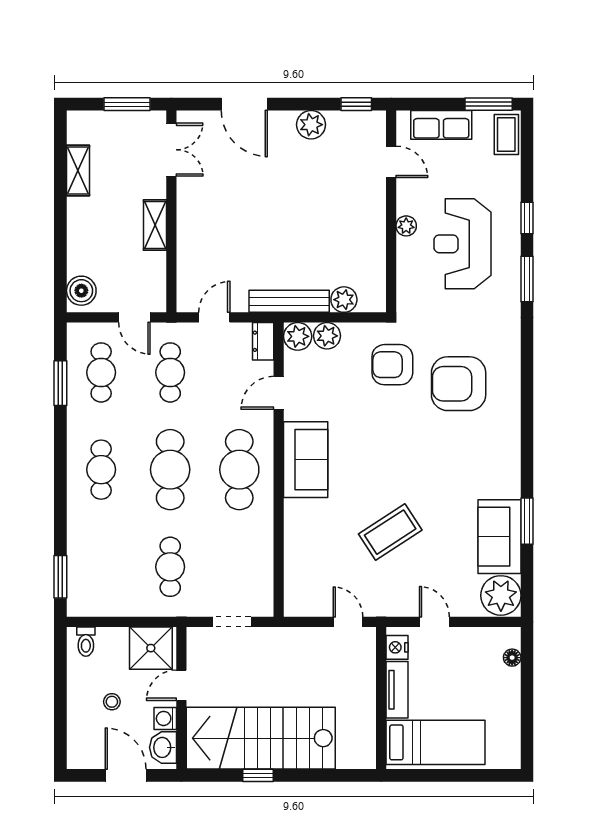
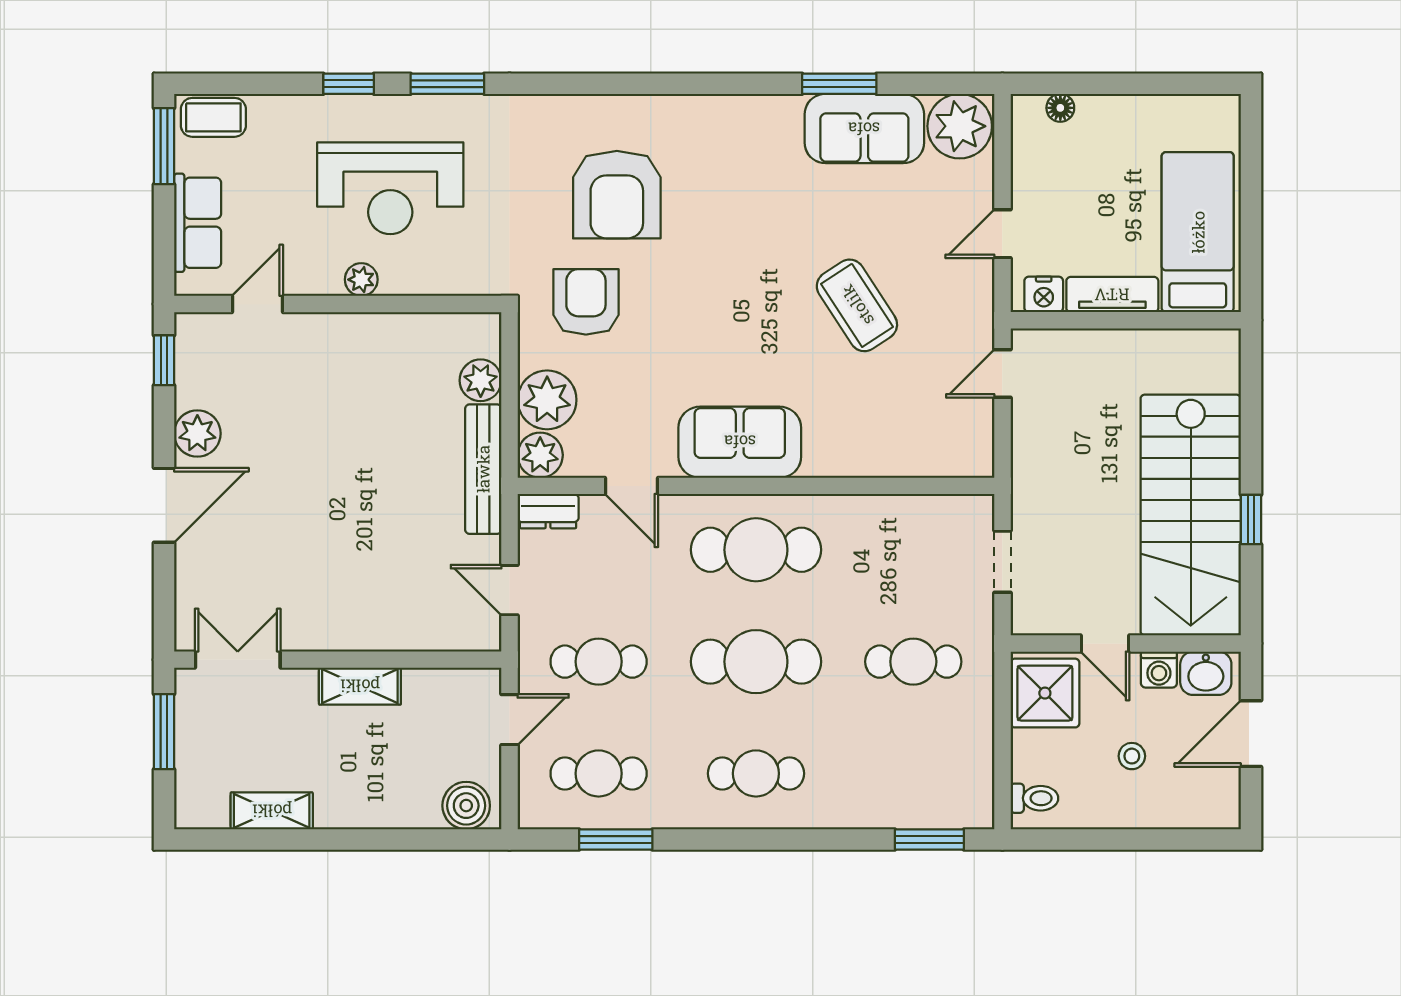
door: (244, 104) -> (164, 505), moved
plant: (327, 336) -> (547, 400), width x1.36, depth x1.36
armchair: (392, 365) -> (586, 302), turned 180

